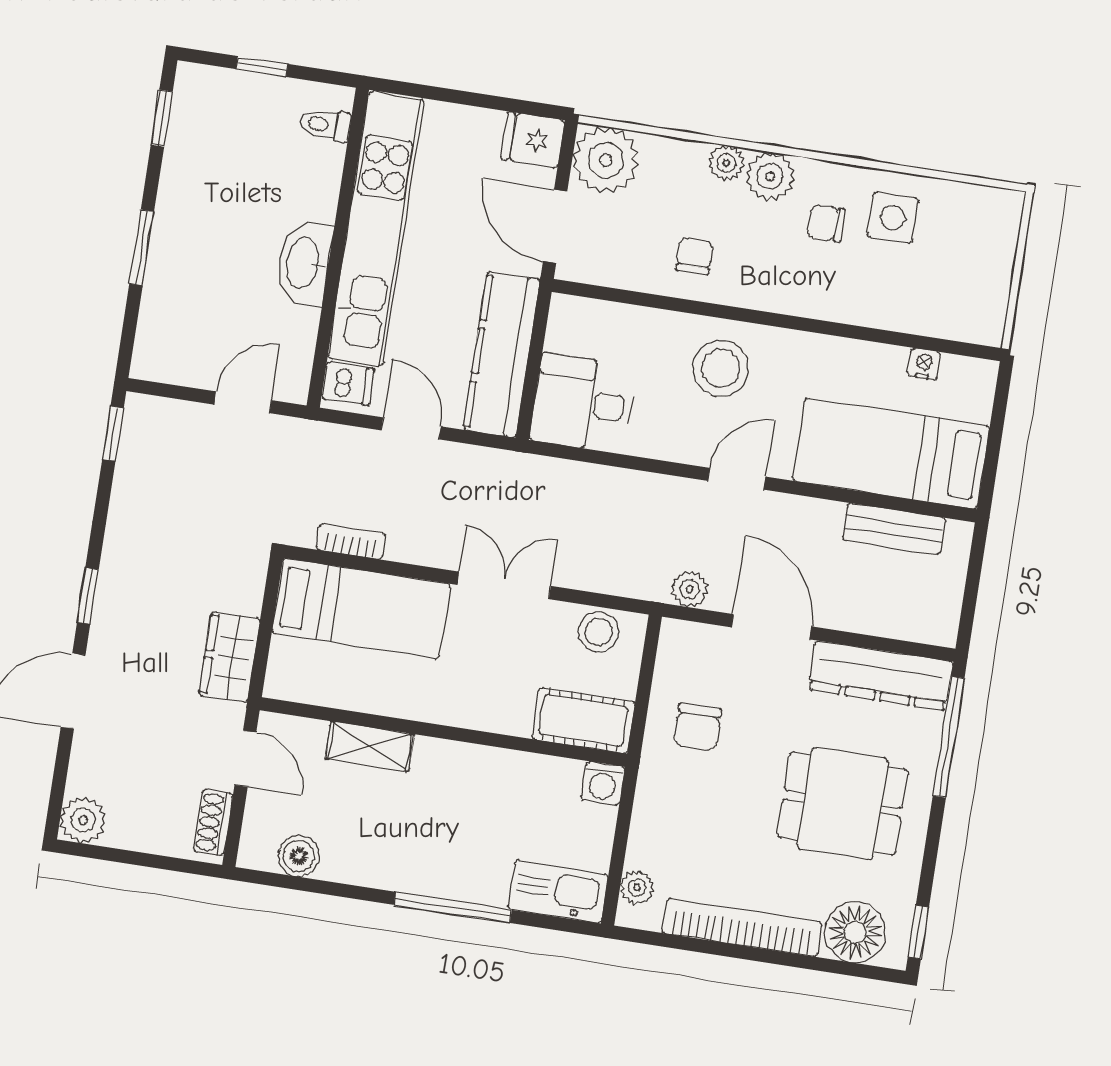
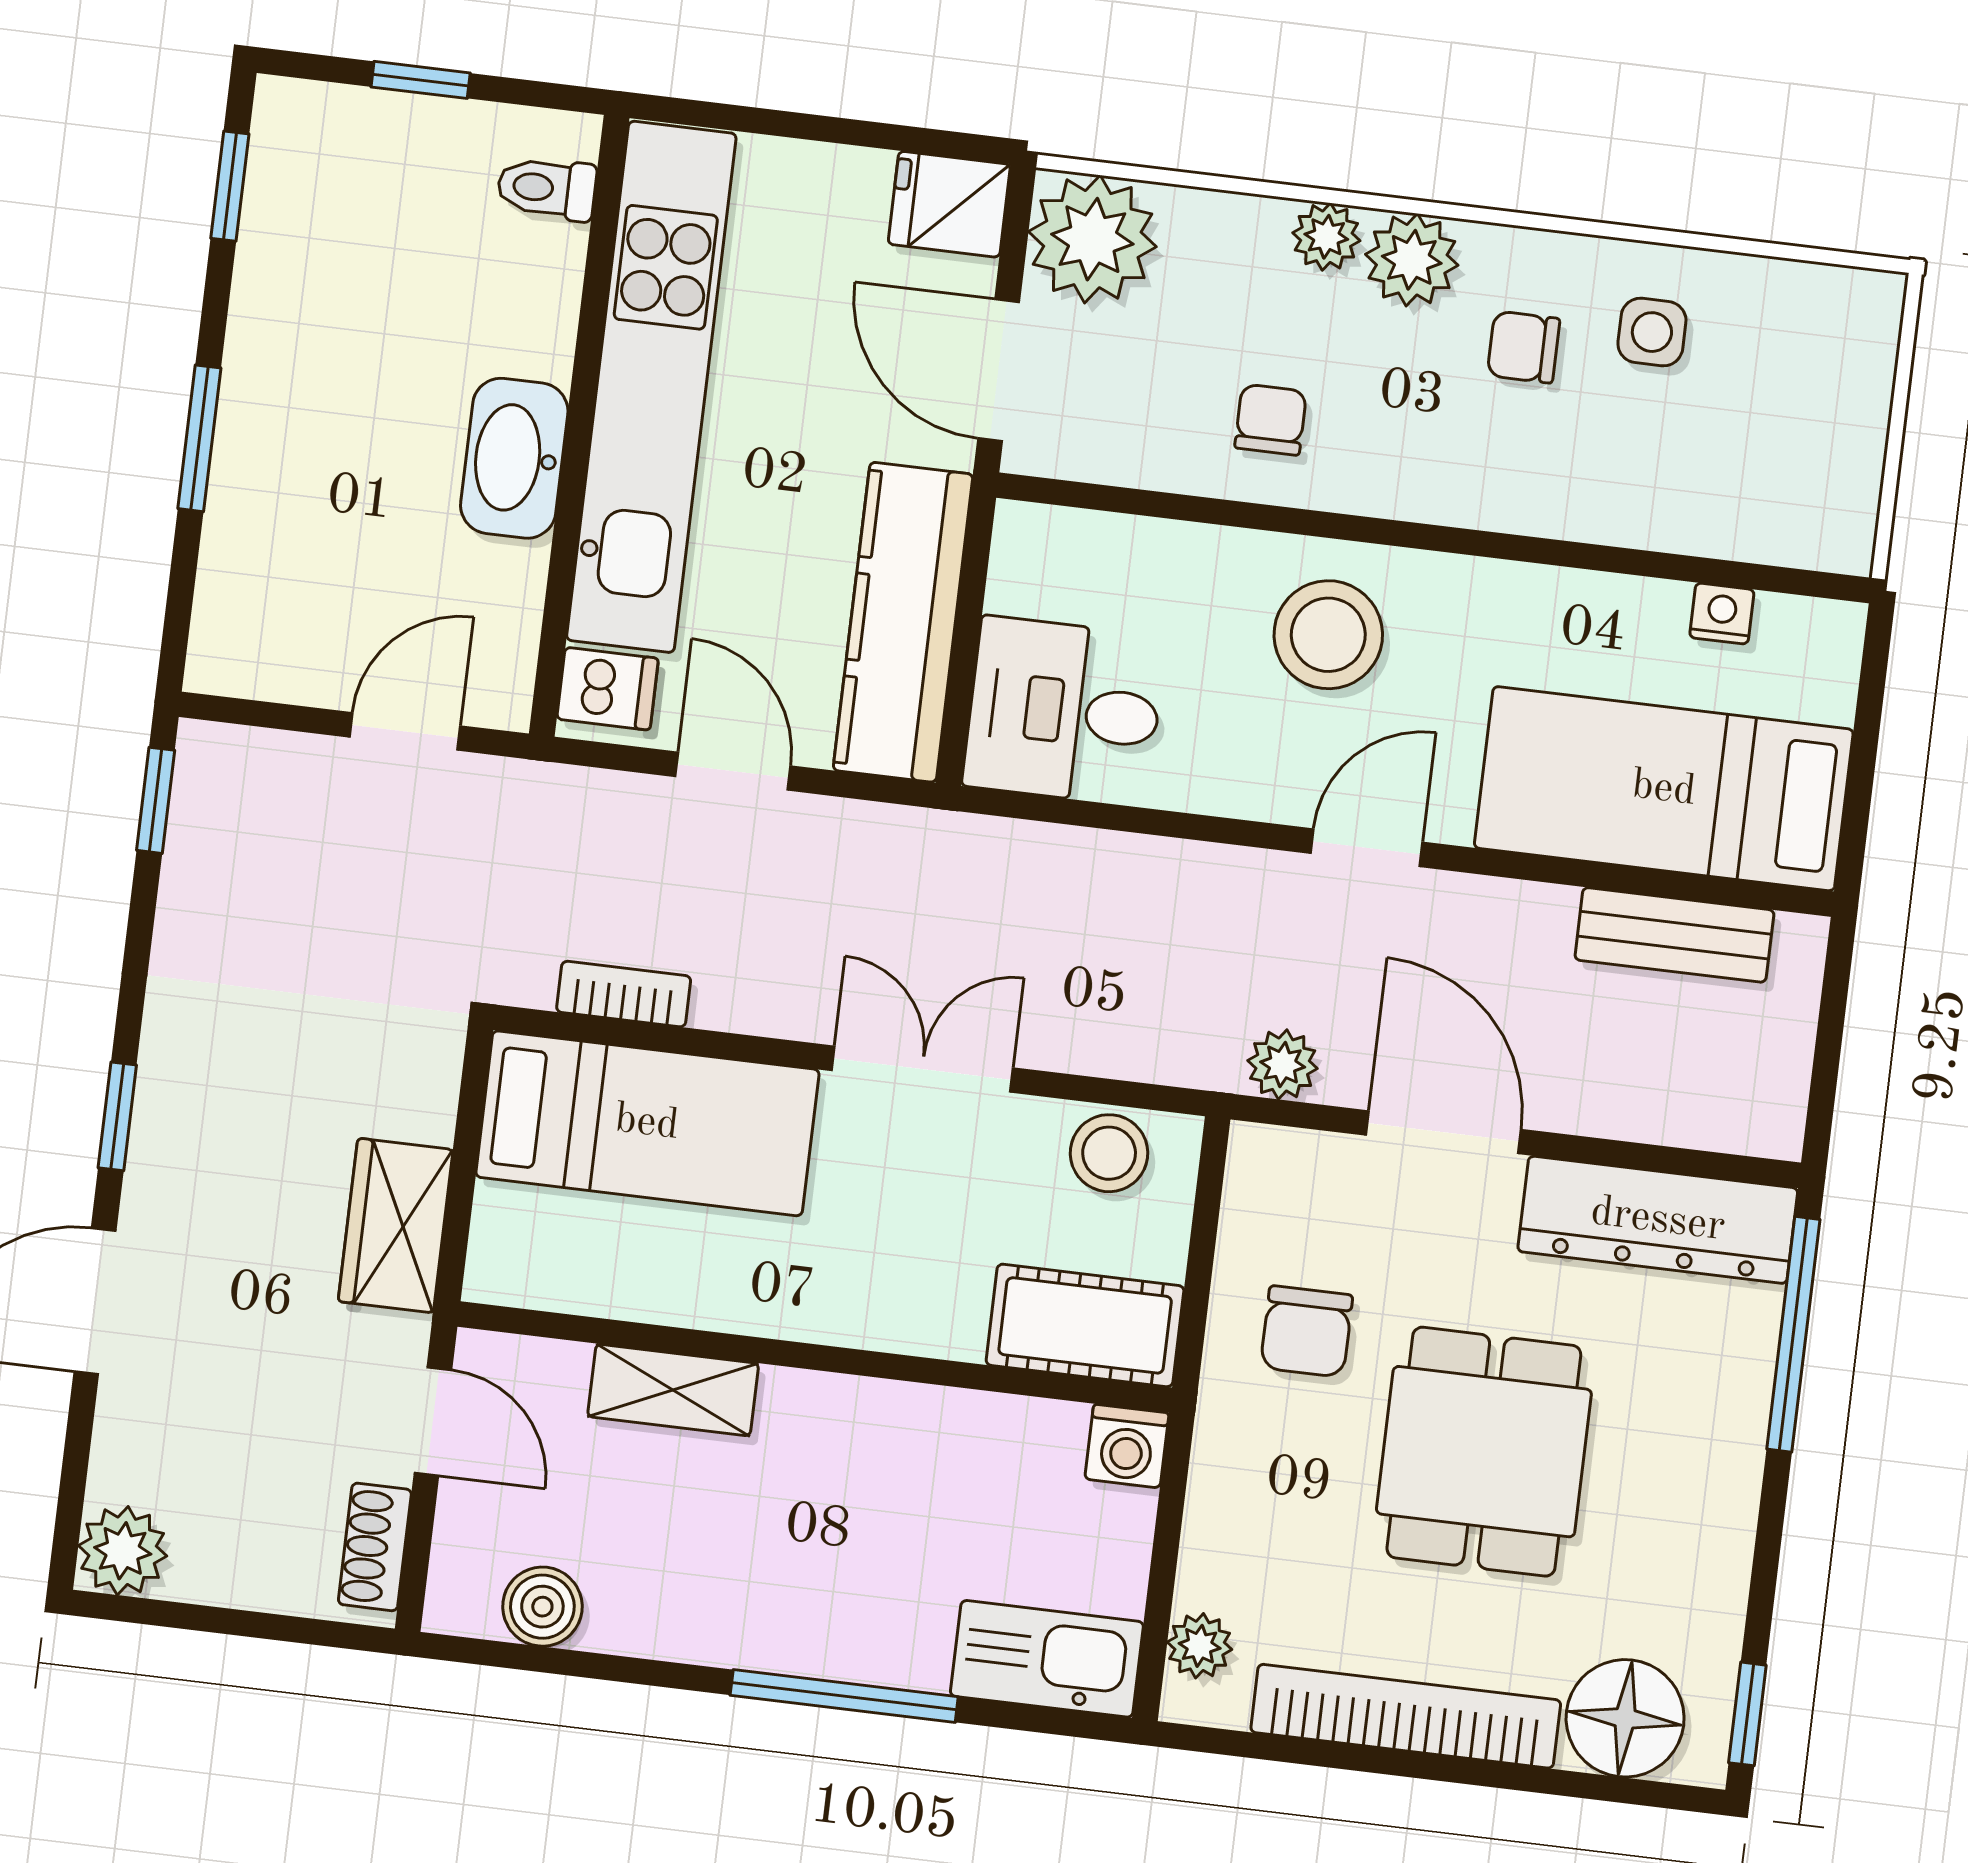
side table: (893, 218) -> (1652, 332), width x0.73, depth x0.73
dining table: (843, 803) -> (1484, 1452), moved, turned 90

